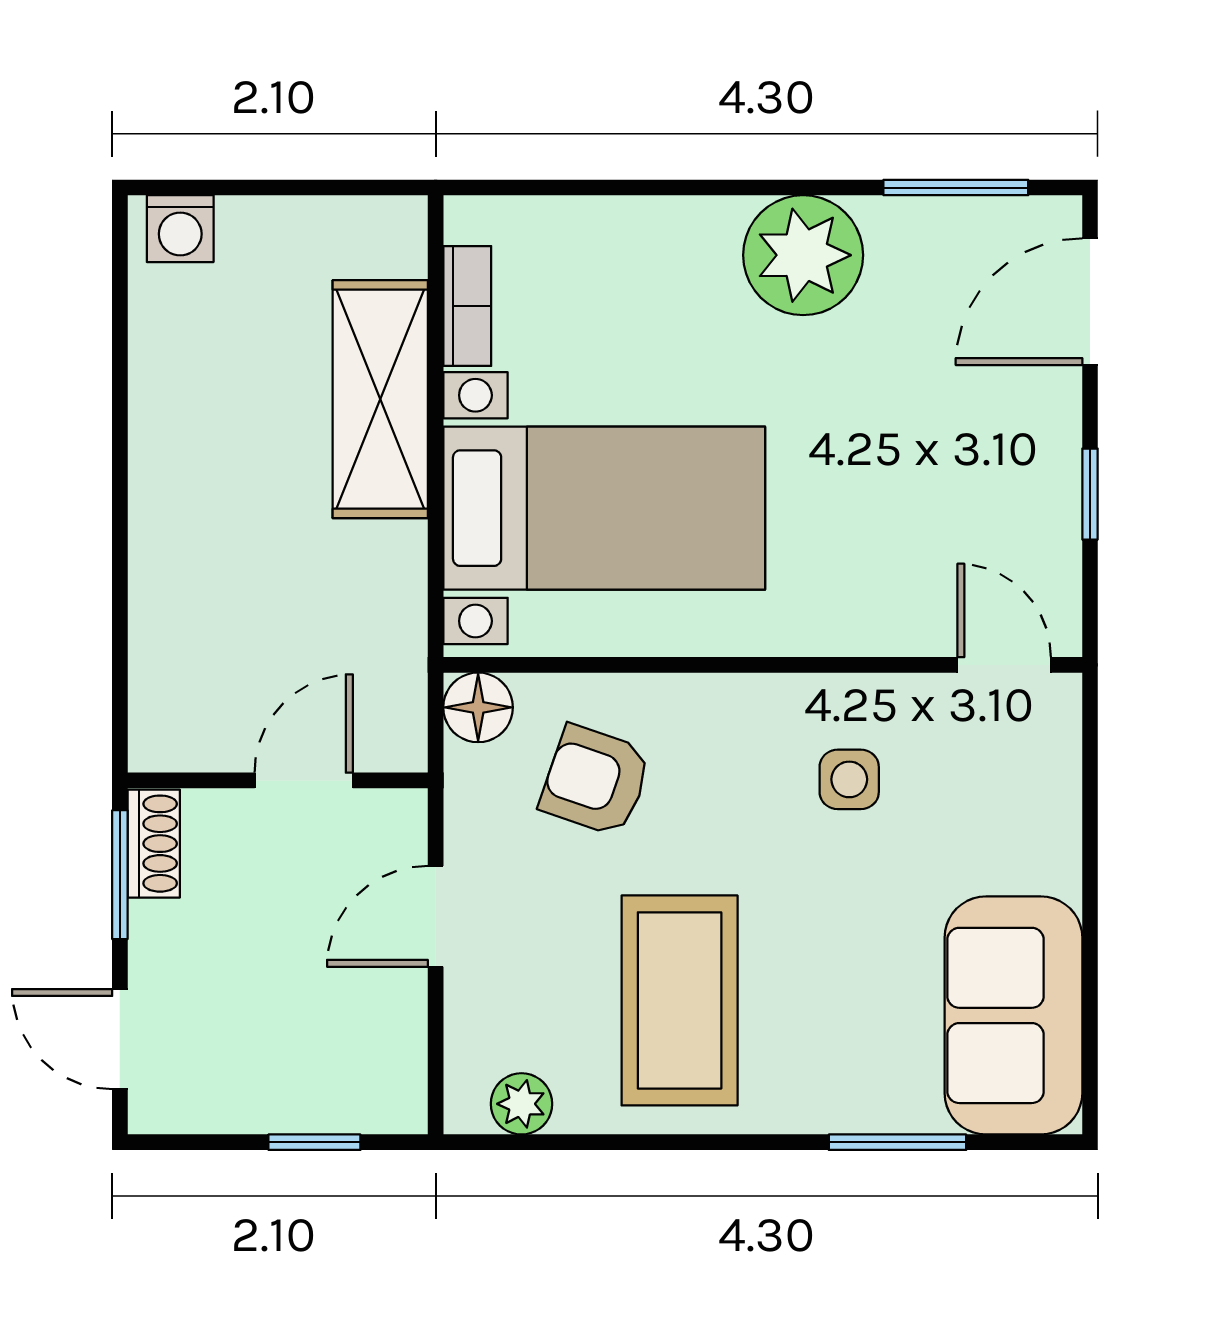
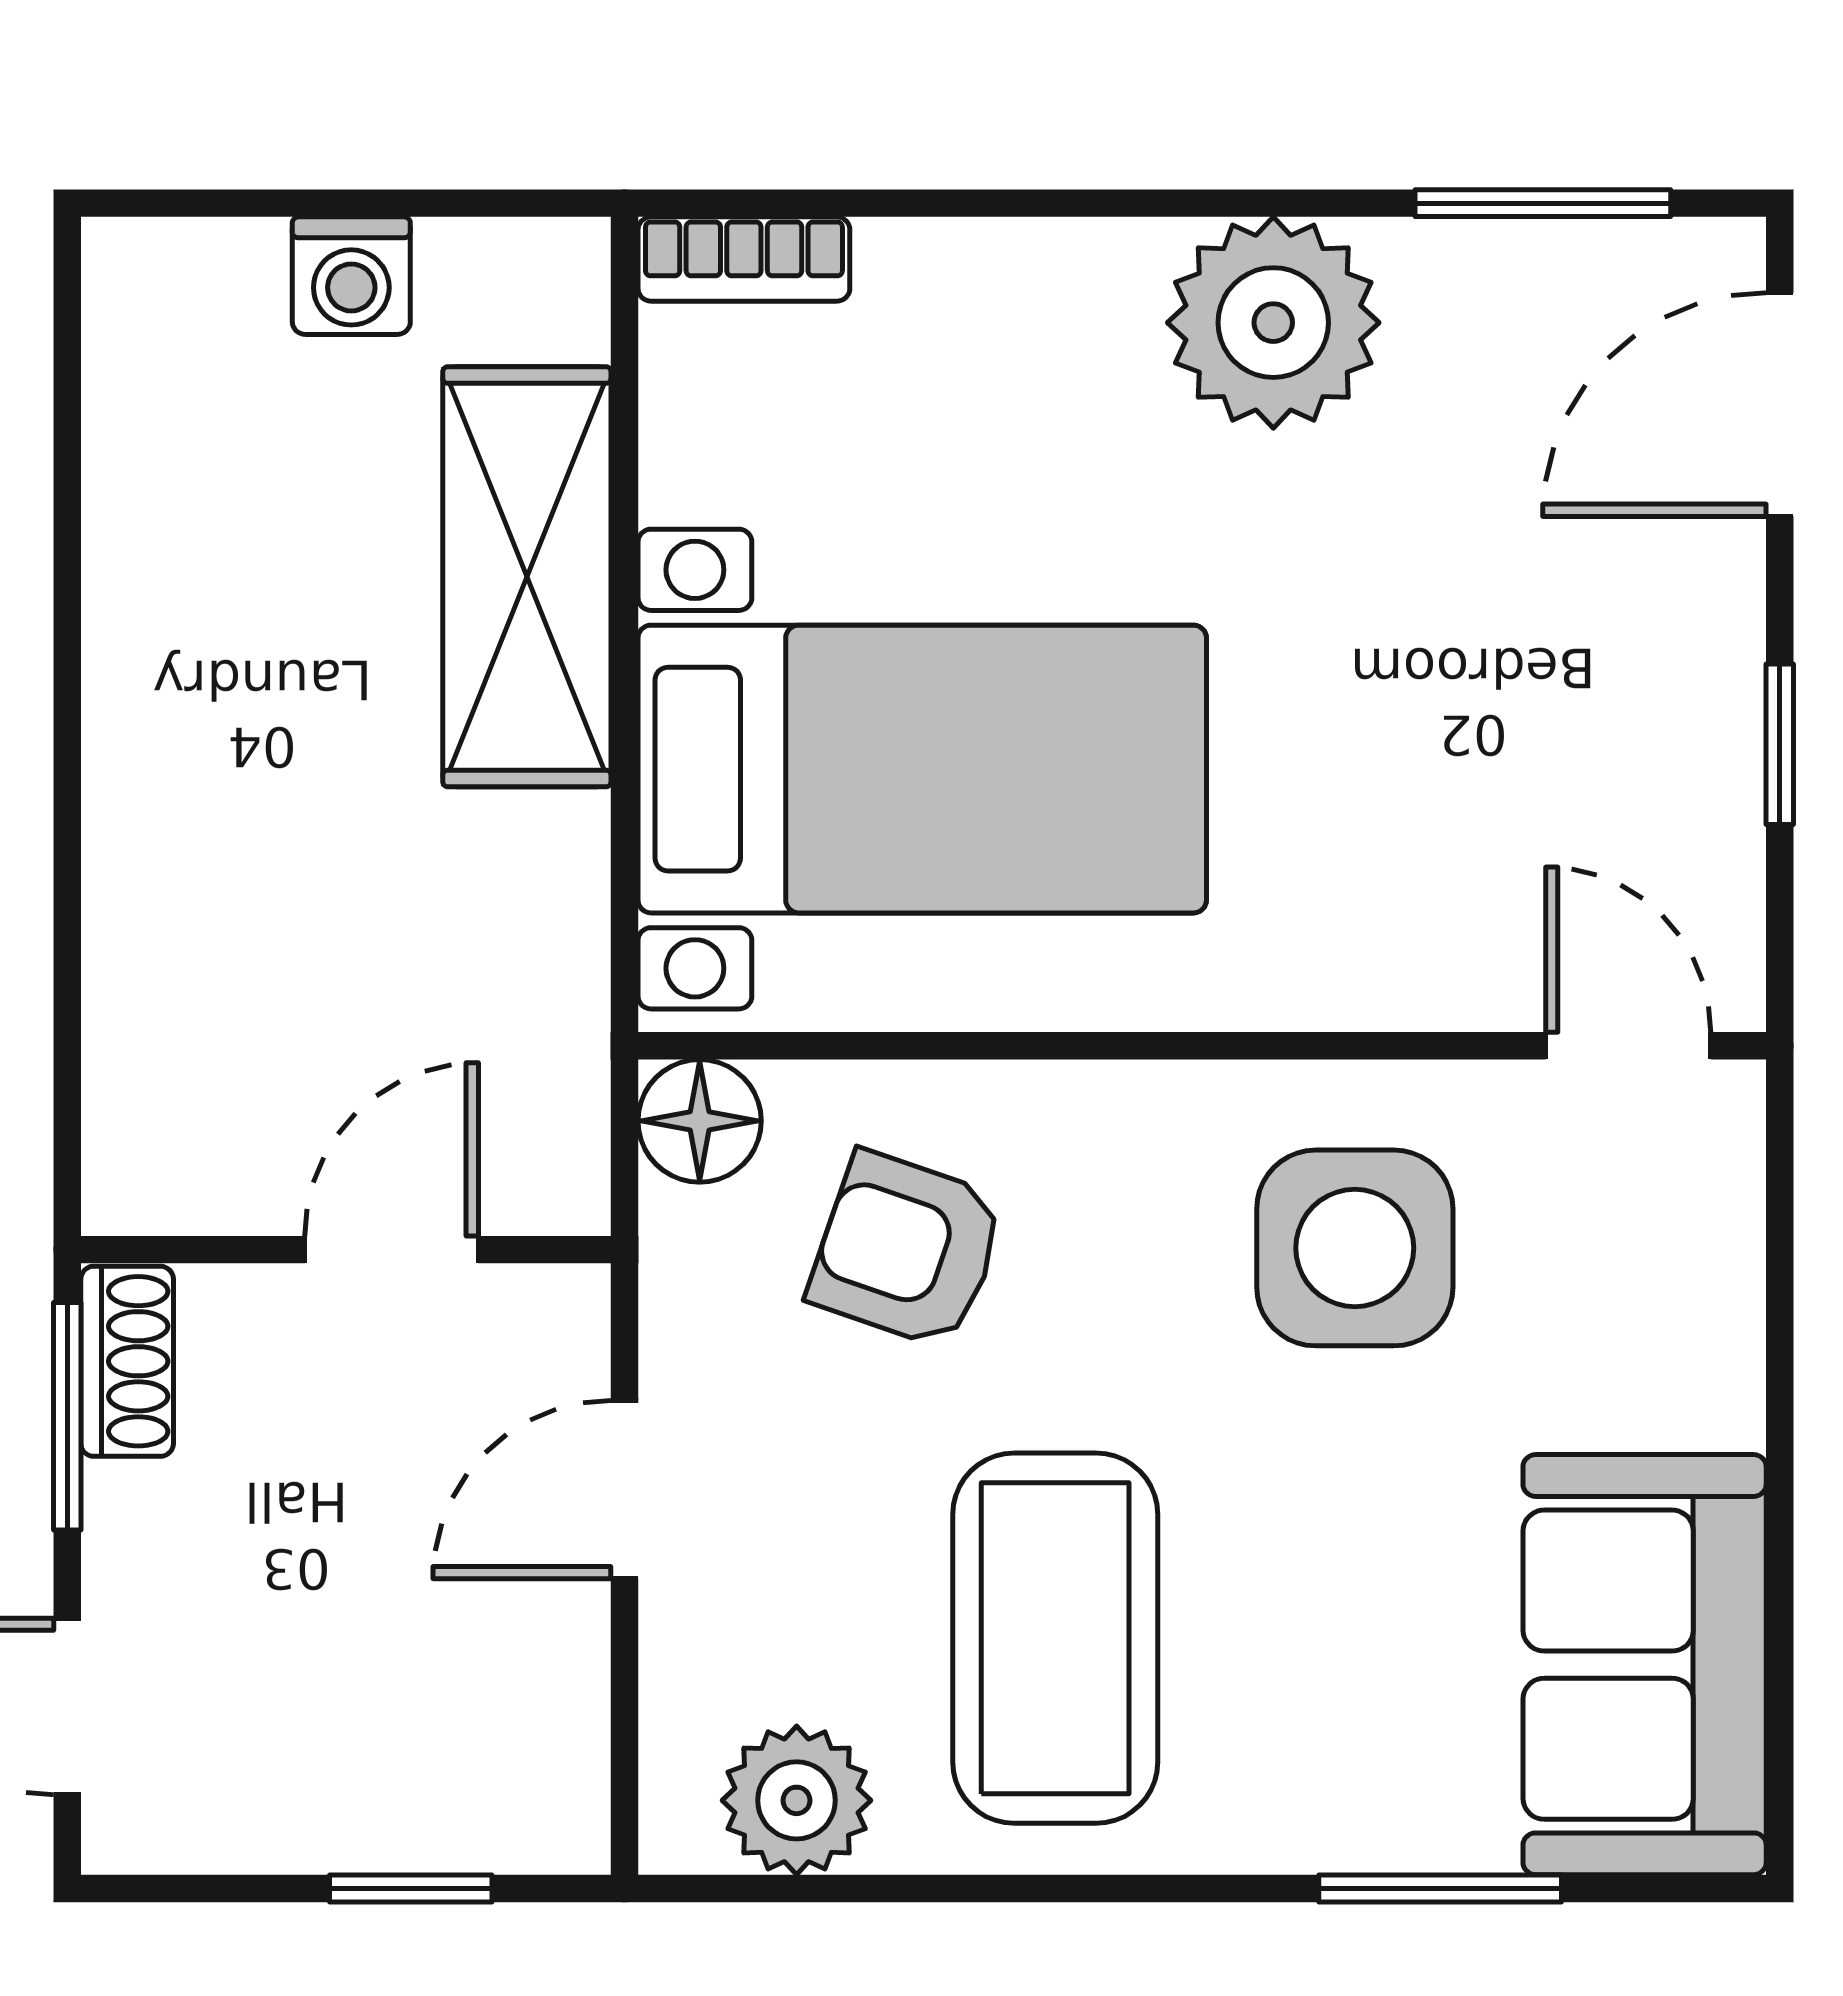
washing machine: (180, 229) -> (351, 276), moved
bookcase: (467, 306) -> (744, 259), moved, turned 90
side table: (849, 779) -> (1355, 1248), width x1.87, depth x1.87
plant: (521, 1104) -> (797, 1800), width x1.38, depth x1.38

